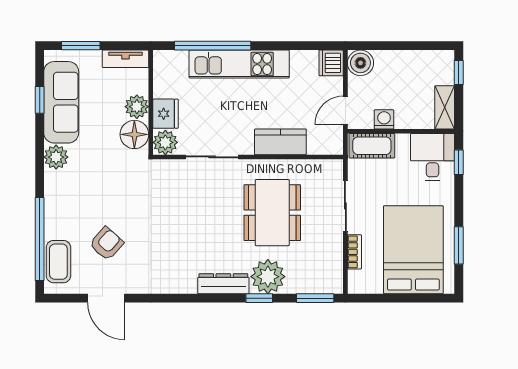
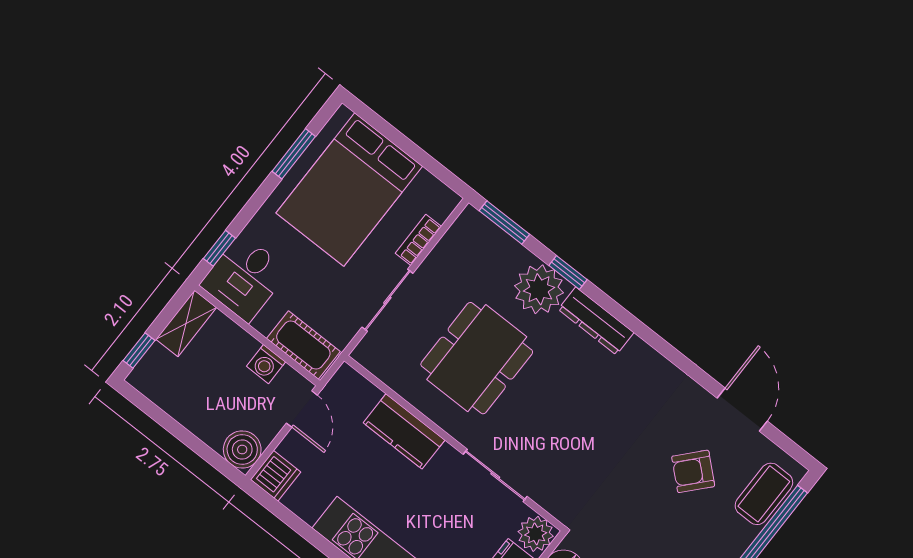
door: (345, 110) -> (302, 409), hinge flipped

